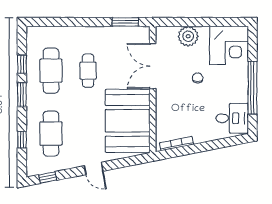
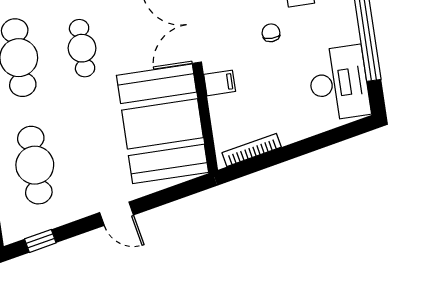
filing cabinet: (164, 102) -> (220, 83), added
desk: (232, 118) -> (339, 83), width x1.37

